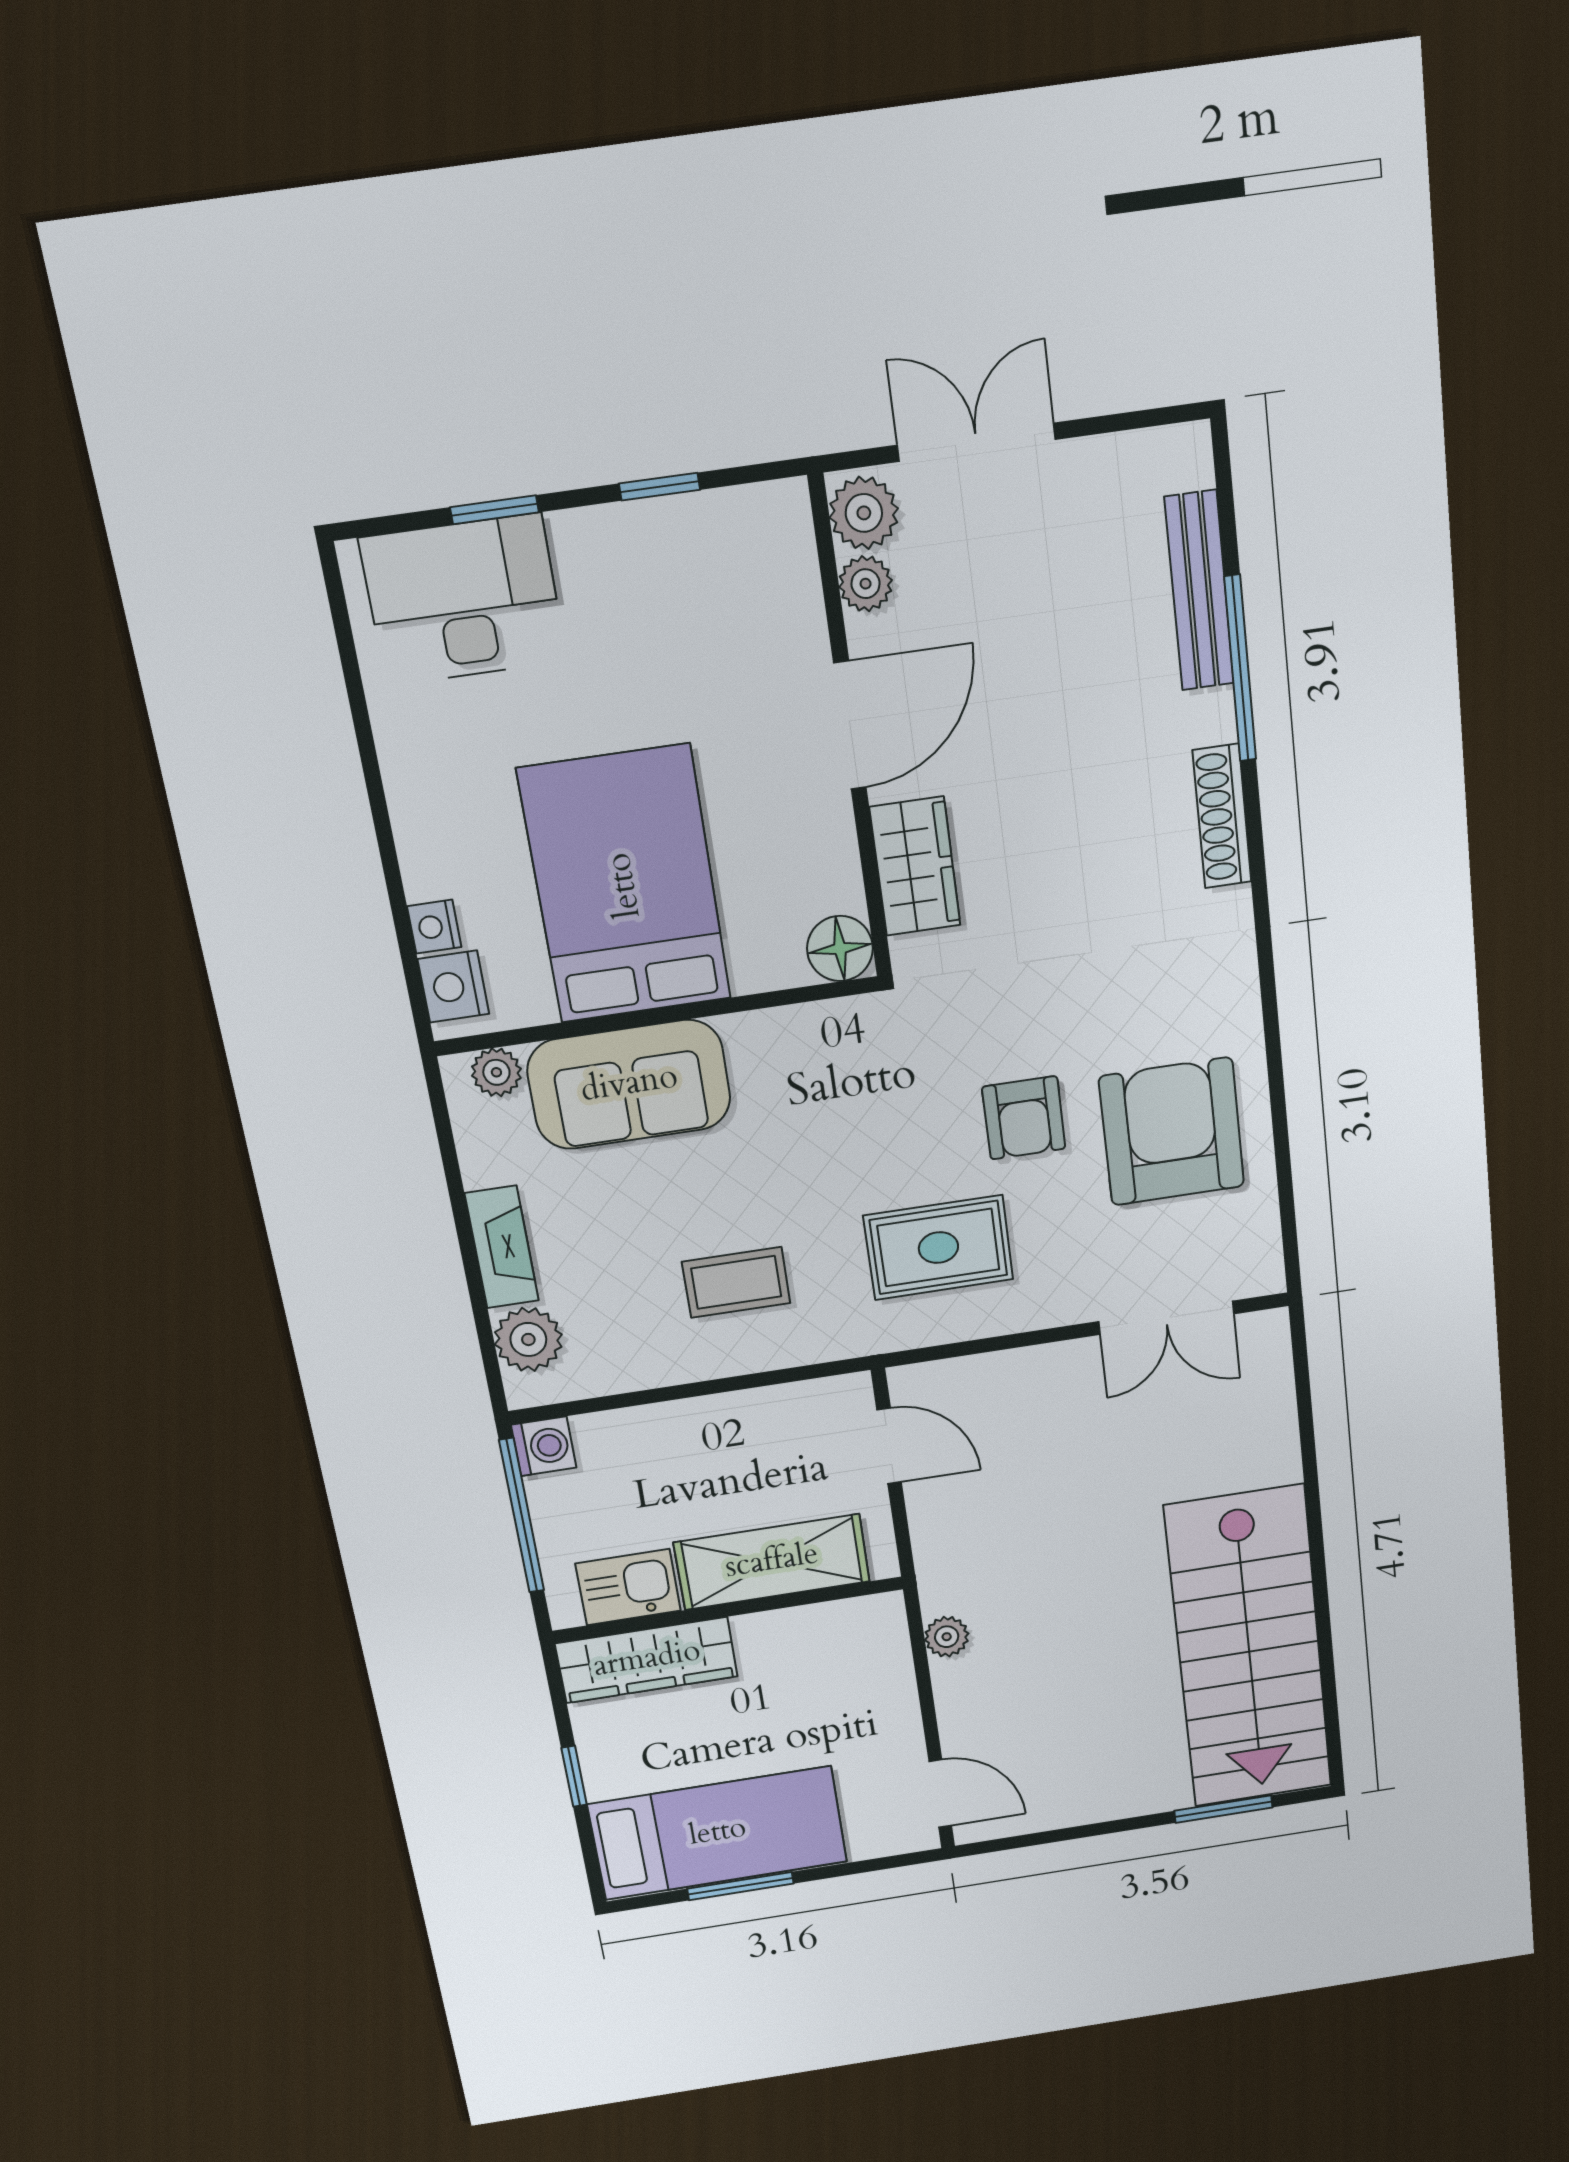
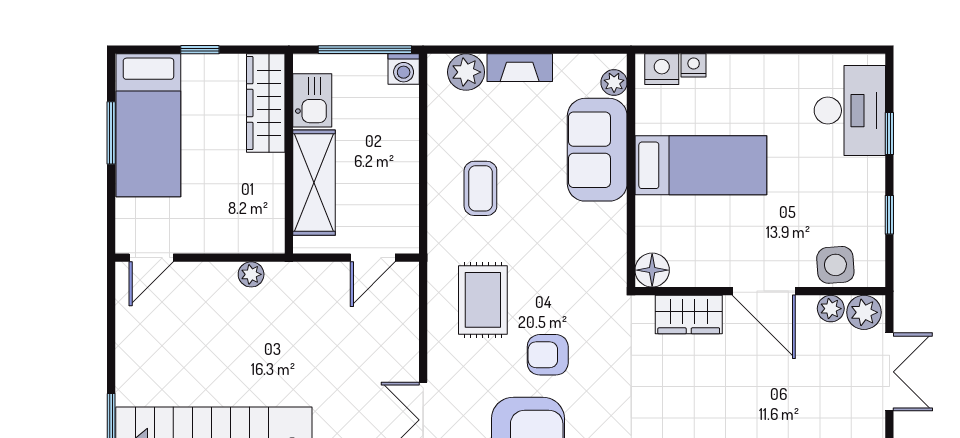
side table: (778, 586) -> (835, 265), added
bed: (625, 885) -> (701, 165), width x0.67

